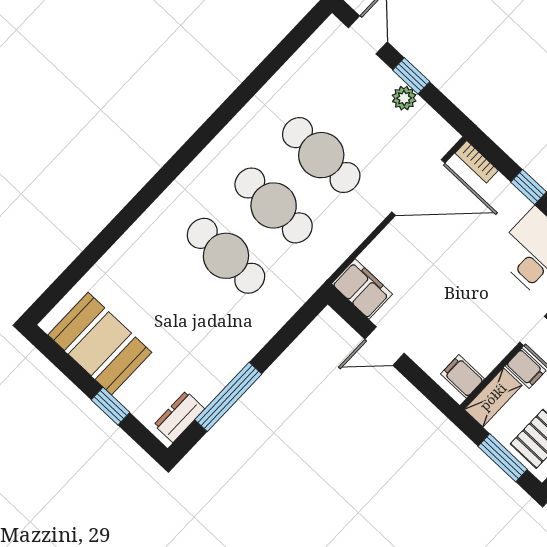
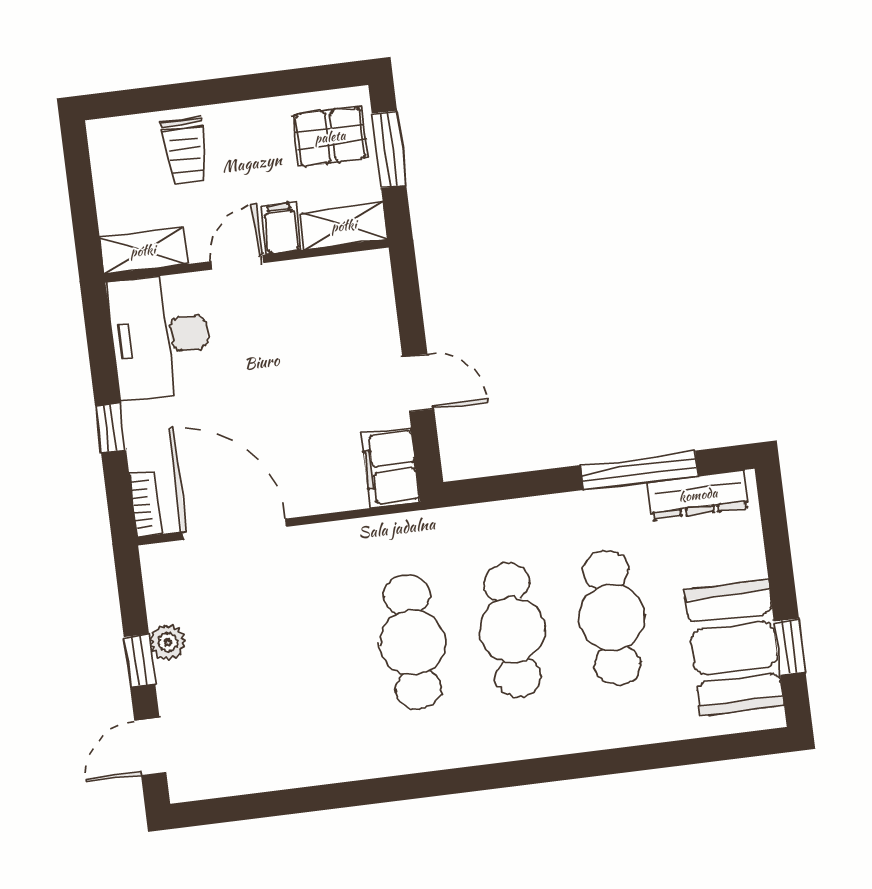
cafe table: (321, 155) -> (612, 618), moved
filing cabinet: (463, 376) -> (359, 277), removed
window: (110, 406) -> (790, 647), moved
dresser: (179, 417) -> (698, 495), width x1.44

